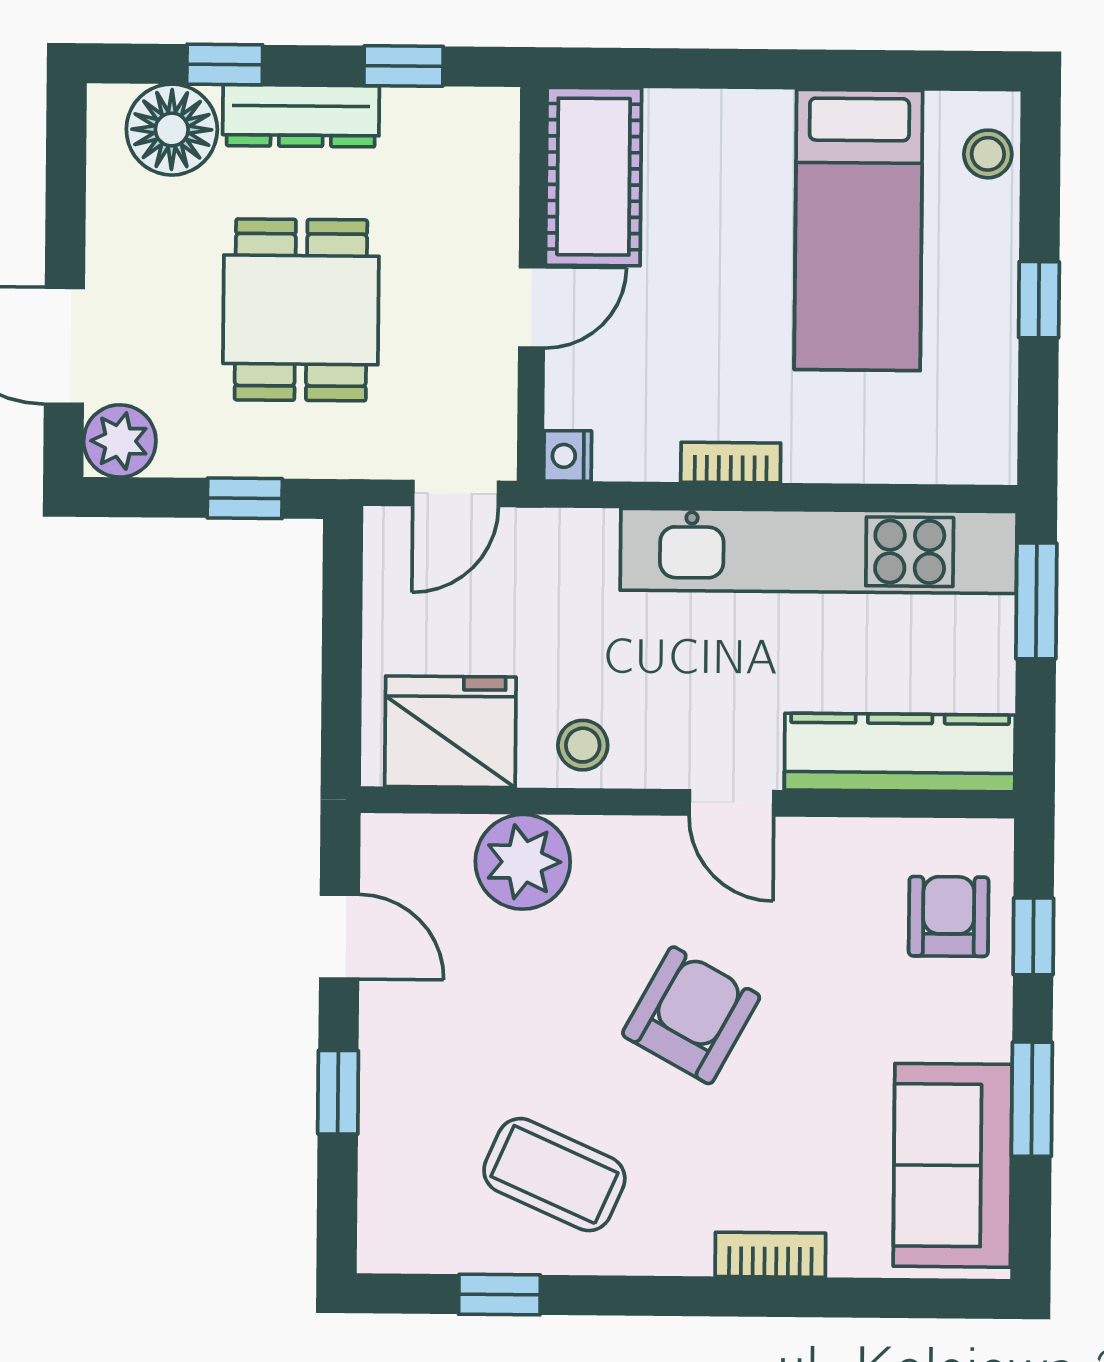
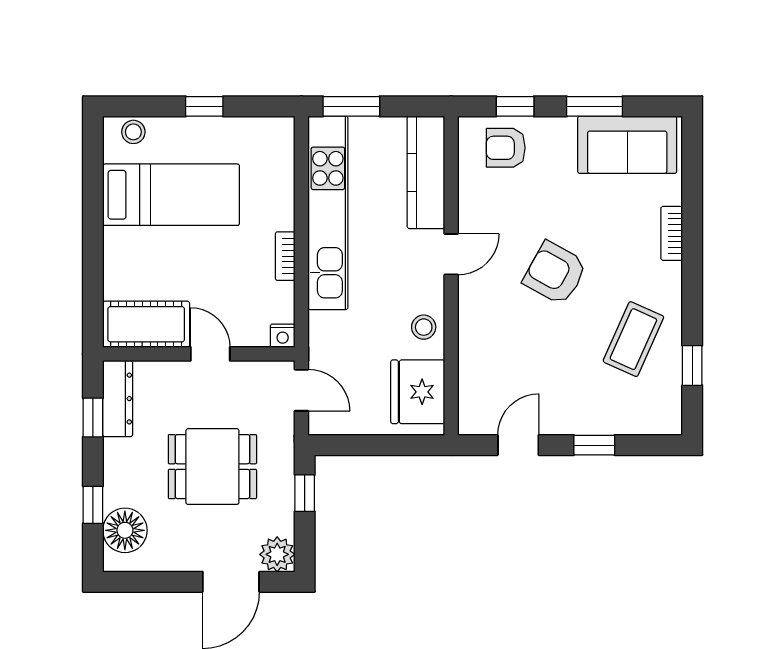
dresser: (301, 116) -> (118, 399), moved
plant: (523, 862) -> (481, 356), removed

